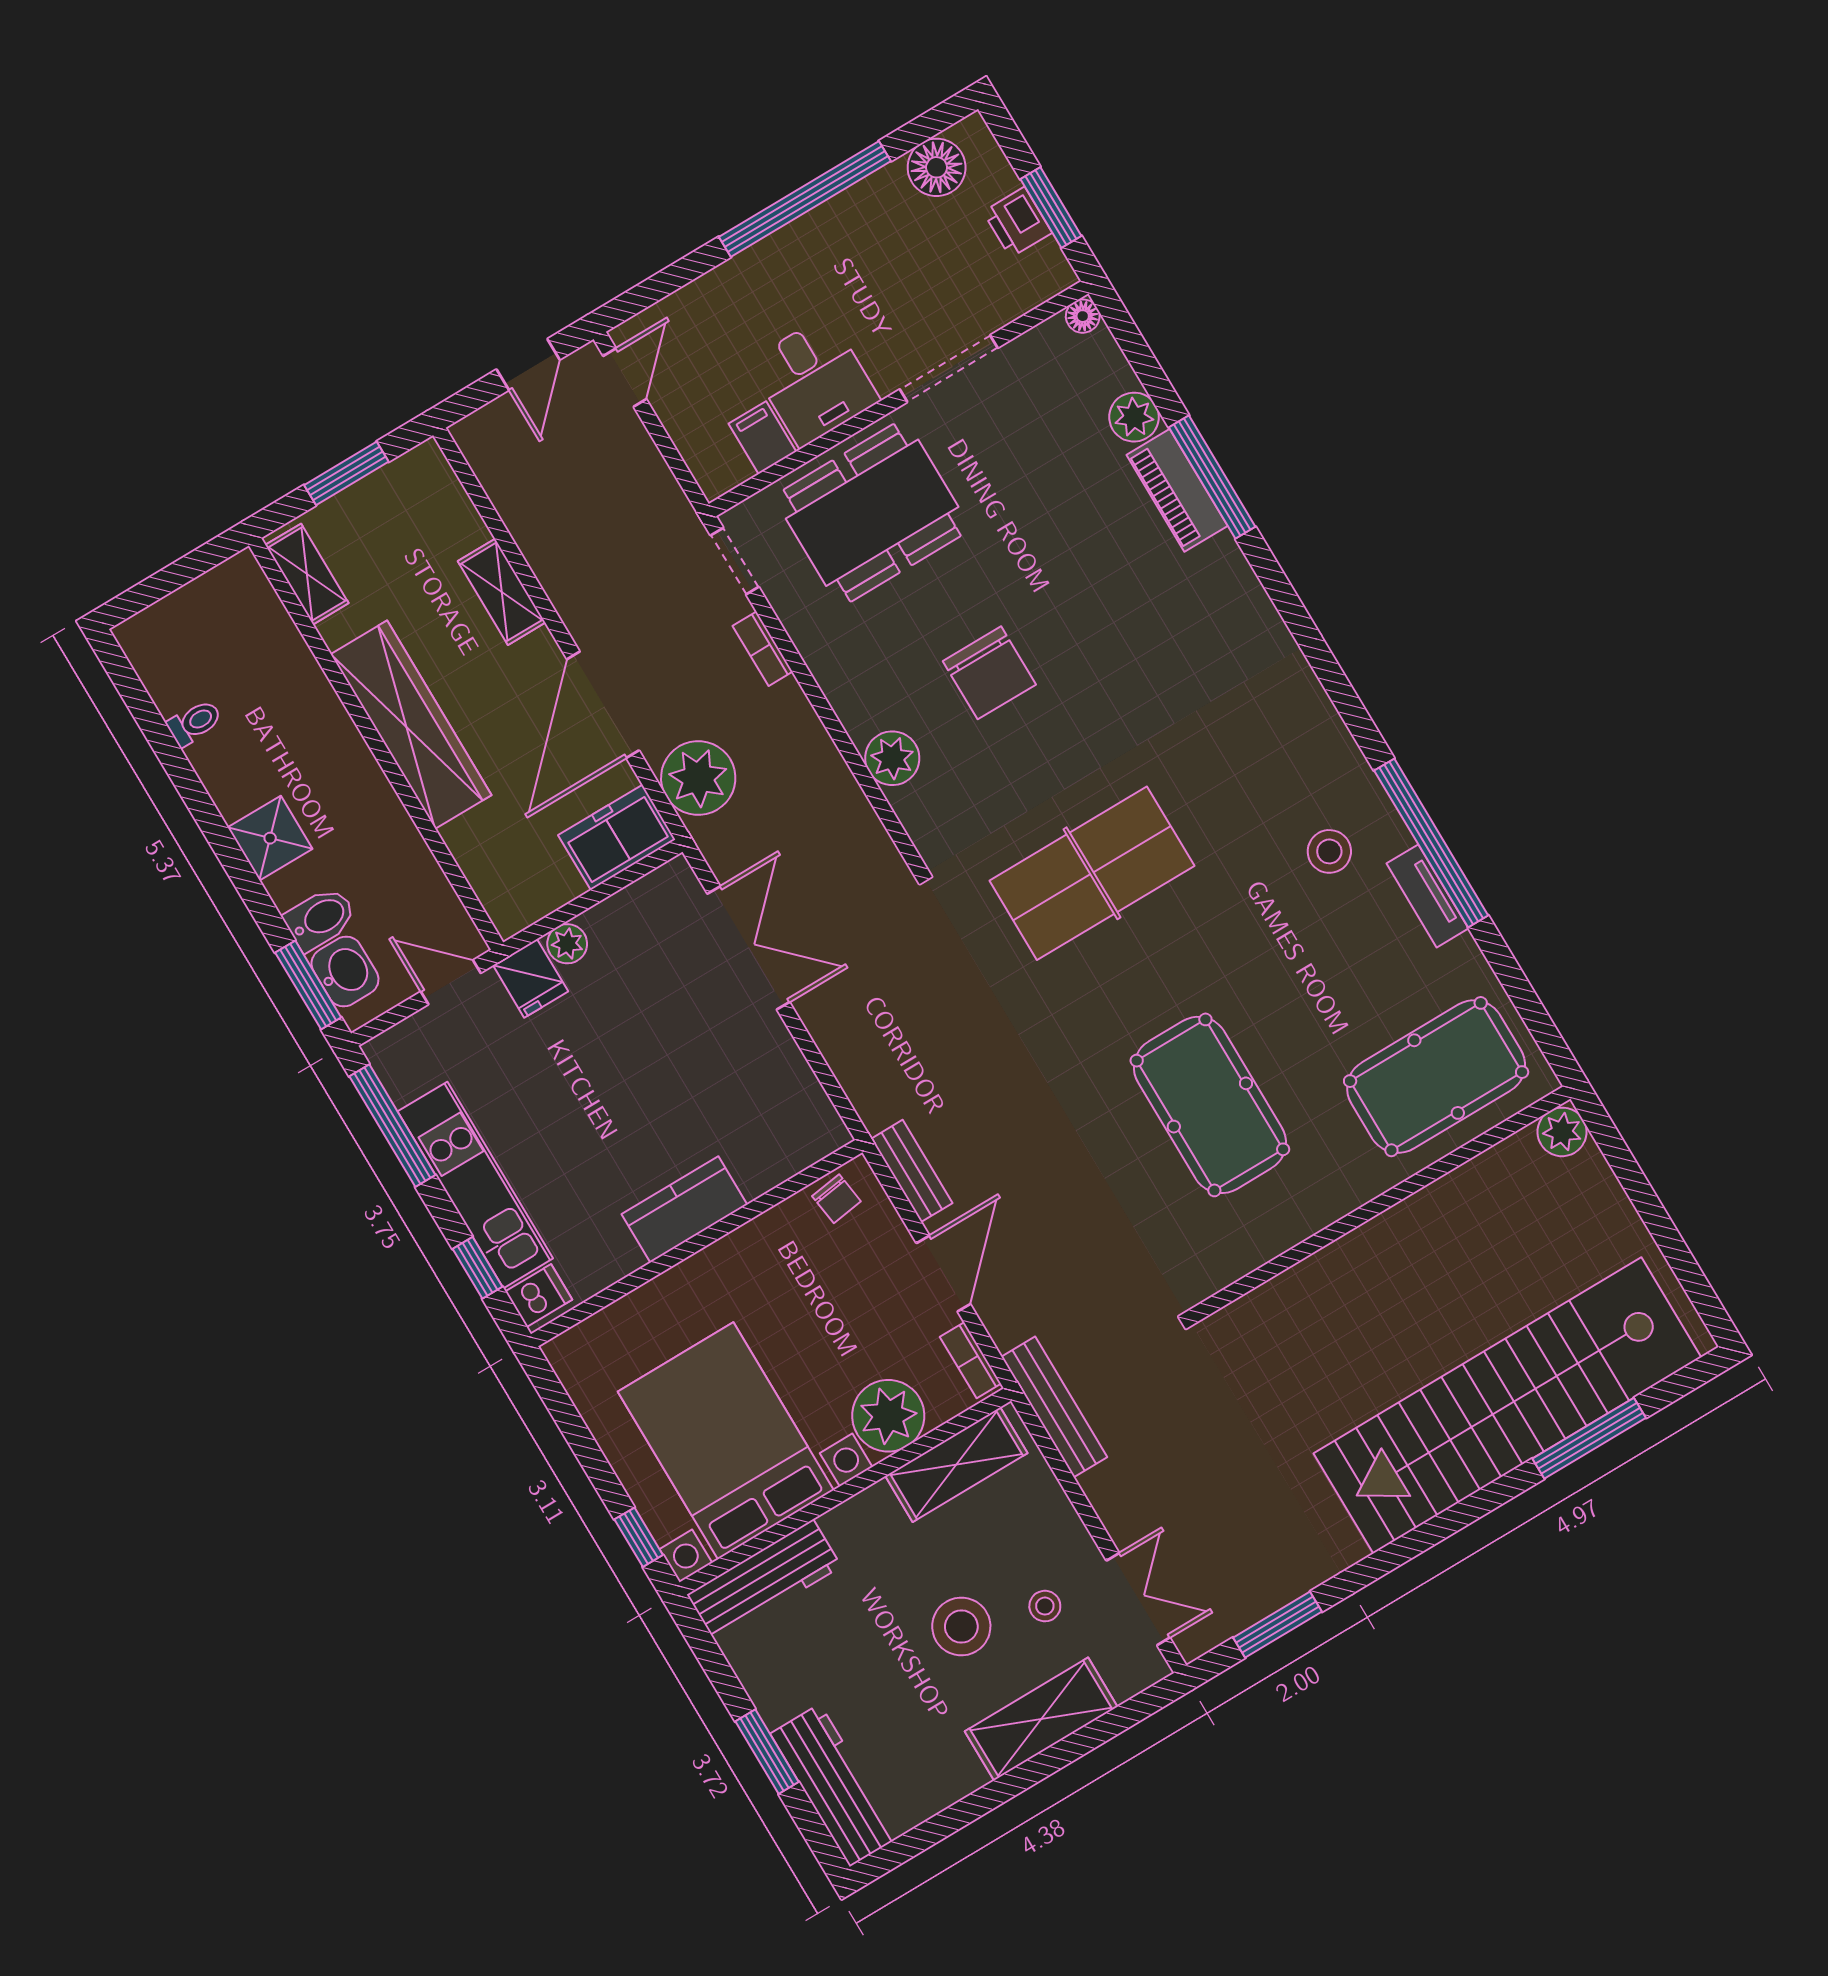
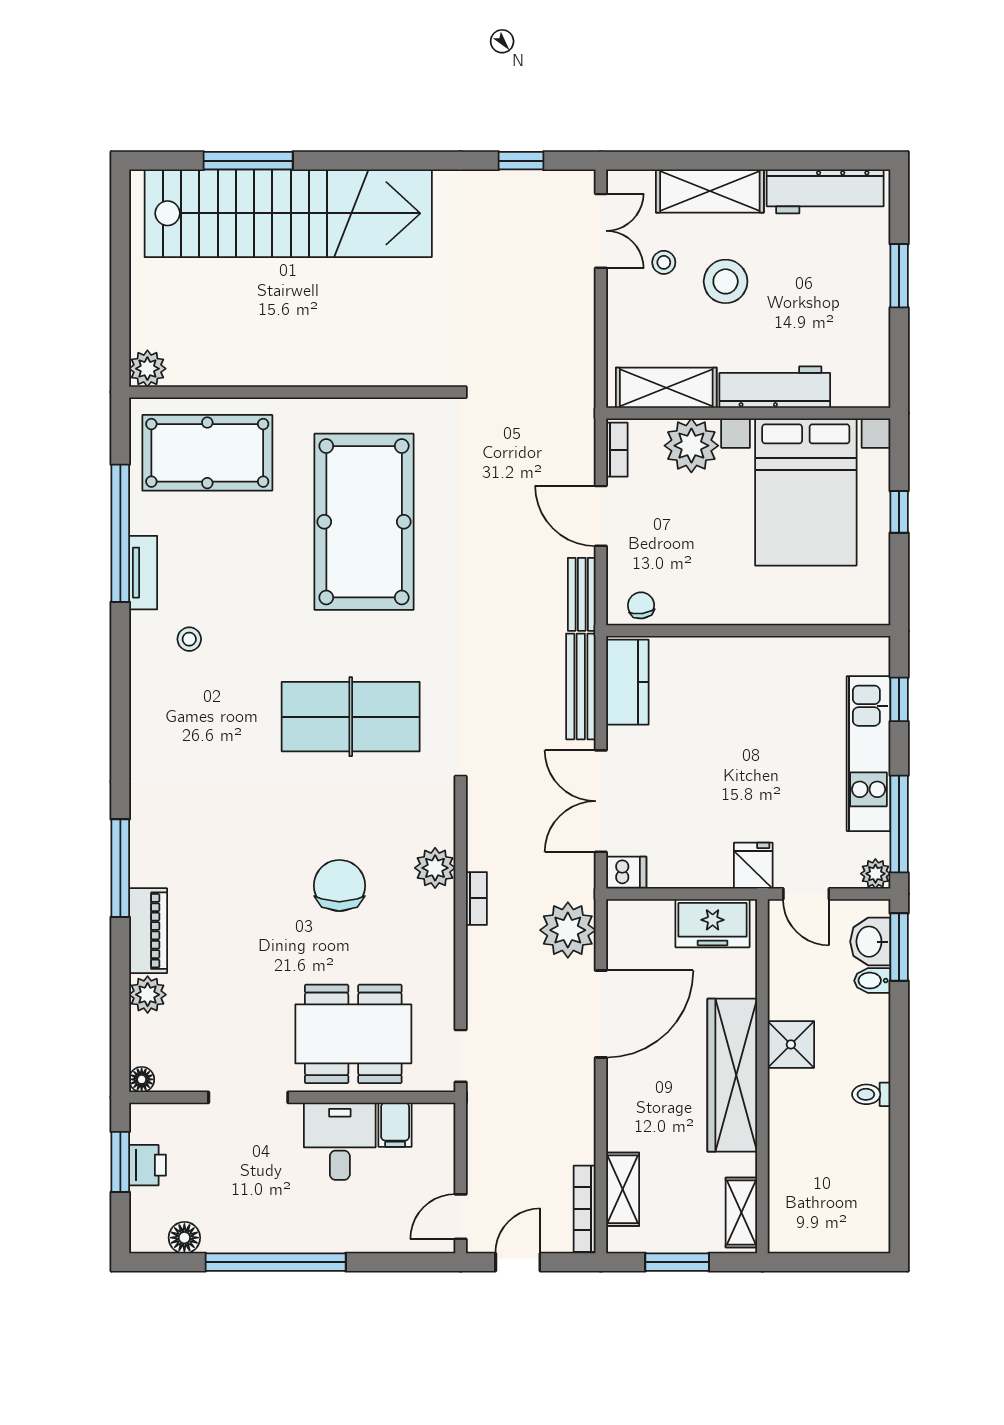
floor lamp: (937, 167) -> (184, 1238), width x0.73, depth x0.73
bookcase: (488, 471) -> (585, 1209), added
window: (1212, 477) -> (120, 868), moved
shelving: (502, 592) -> (623, 1189), moved
bookcase: (763, 649) -> (476, 898), moved
toilet: (194, 723) -> (871, 1094), moved
freezer: (617, 837) -> (713, 923), moved
shower: (270, 838) -> (791, 1044), moved
window: (1431, 843) -> (120, 533), moved
stool: (1329, 851) -> (189, 639), width x0.73, depth x0.73
bidet: (320, 919) -> (872, 981), width x0.72, depth x0.74
plant: (567, 944) -> (875, 874), moved
pool table: (1210, 1105) -> (364, 522), width x1.36, depth x1.32
kitchen counter: (684, 1209) -> (627, 682), moved, turned -90
door: (943, 1274) -> (601, 516), hinge flipped
dishwasher: (539, 1296) -> (626, 872), moved, turned 180
bench: (1054, 1407) -> (581, 686), moved
window: (639, 1537) -> (899, 512), moved
workbench: (764, 1581) -> (775, 387), moved
double door: (1138, 1599) -> (601, 231), swing flipped
window: (1278, 1625) -> (521, 161), width x0.67
workbench: (835, 1785) -> (825, 191), moved, turned -90

